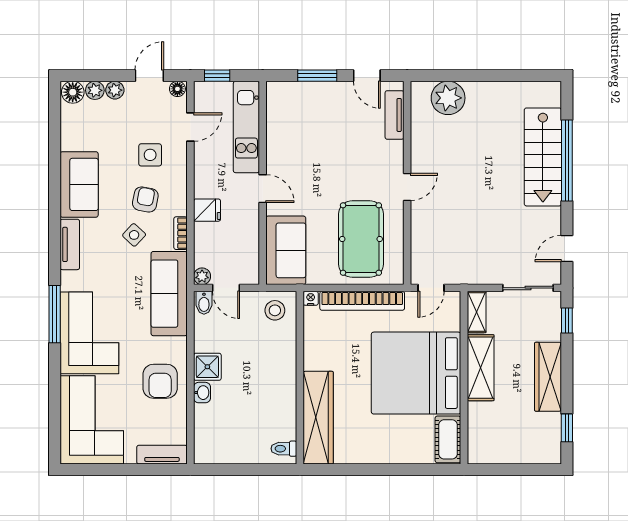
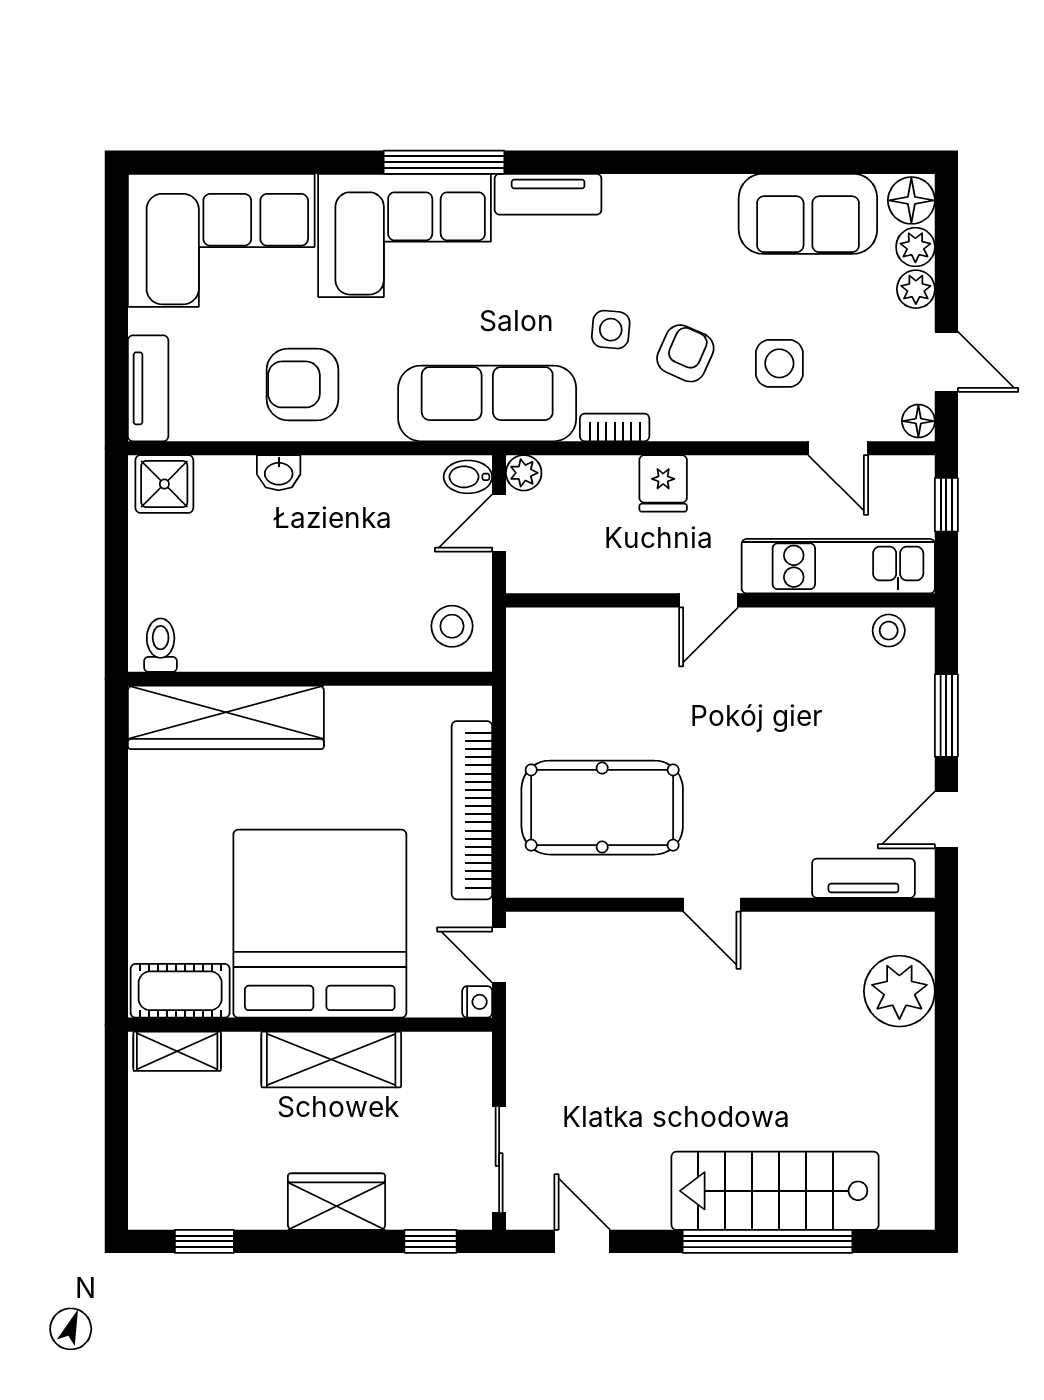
stool: (277, 103) -> (889, 631), added
sofa: (79, 184) -> (808, 214), moved
armchair: (145, 199) -> (685, 353), turned -77
side table: (134, 235) -> (611, 330), turned -38
tv unit: (70, 244) -> (548, 194), moved
sofa: (286, 250) -> (578, 649), removed
nightstand: (311, 298) -> (477, 1002), moved
shelving: (477, 312) -> (177, 1051), moved
shower: (207, 367) -> (164, 484), moved
wardrobe: (548, 377) -> (336, 1202), width x0.67

